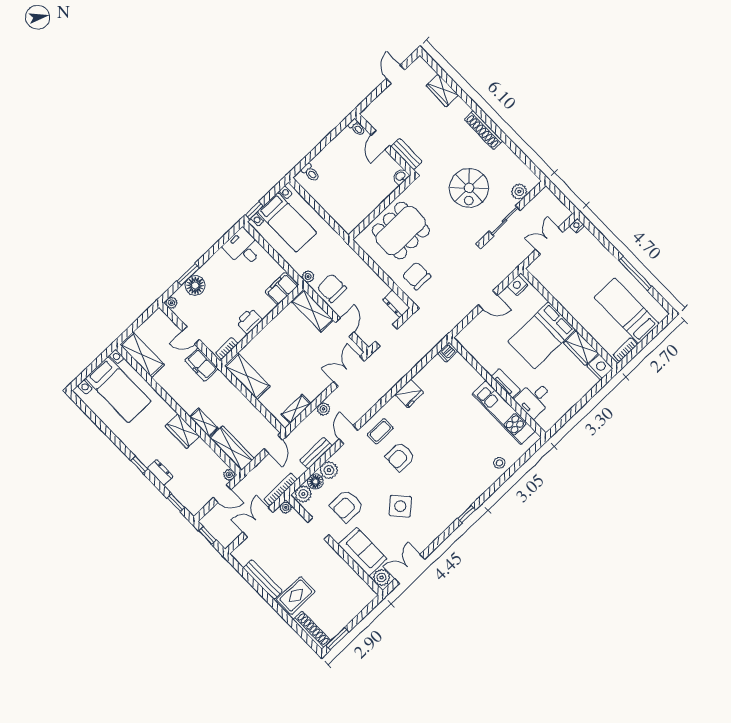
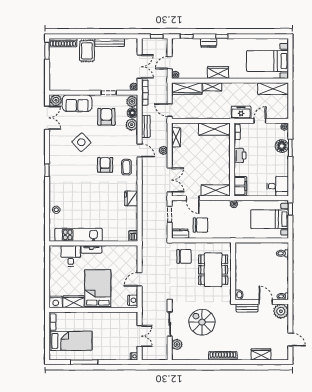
plant: (375, 114) -> (281, 311), added
chair: (332, 288) -> (200, 225), moved

